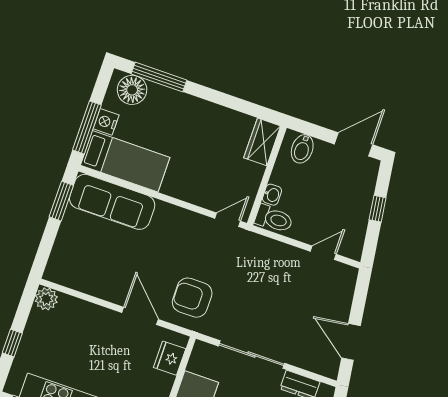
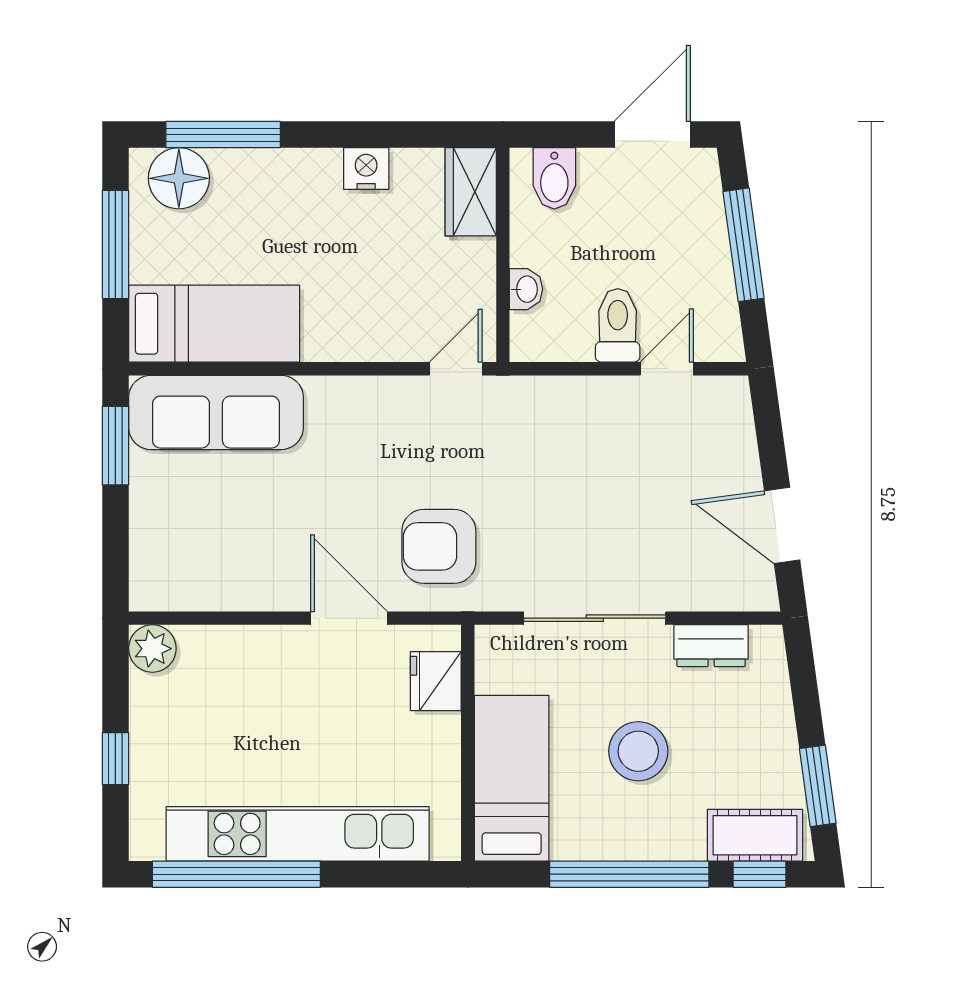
nightstand: (106, 122) -> (366, 169), moved, turned 90
window: (87, 127) -> (115, 244), moved
window: (378, 209) -> (744, 245), width x2.17
toilet: (274, 219) -> (618, 325), moved, turned -90

